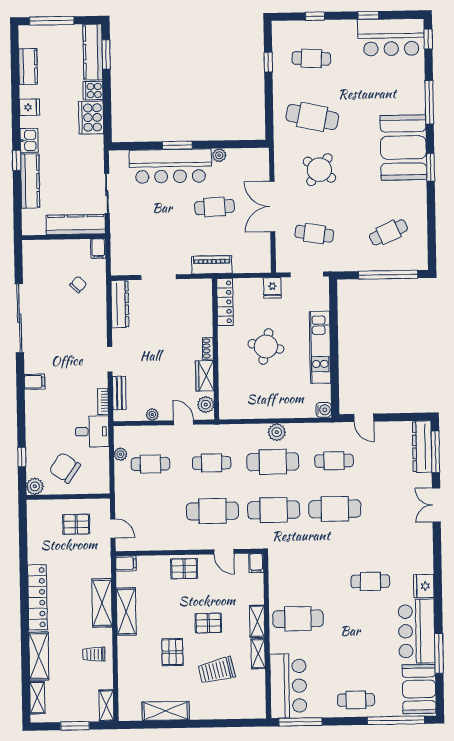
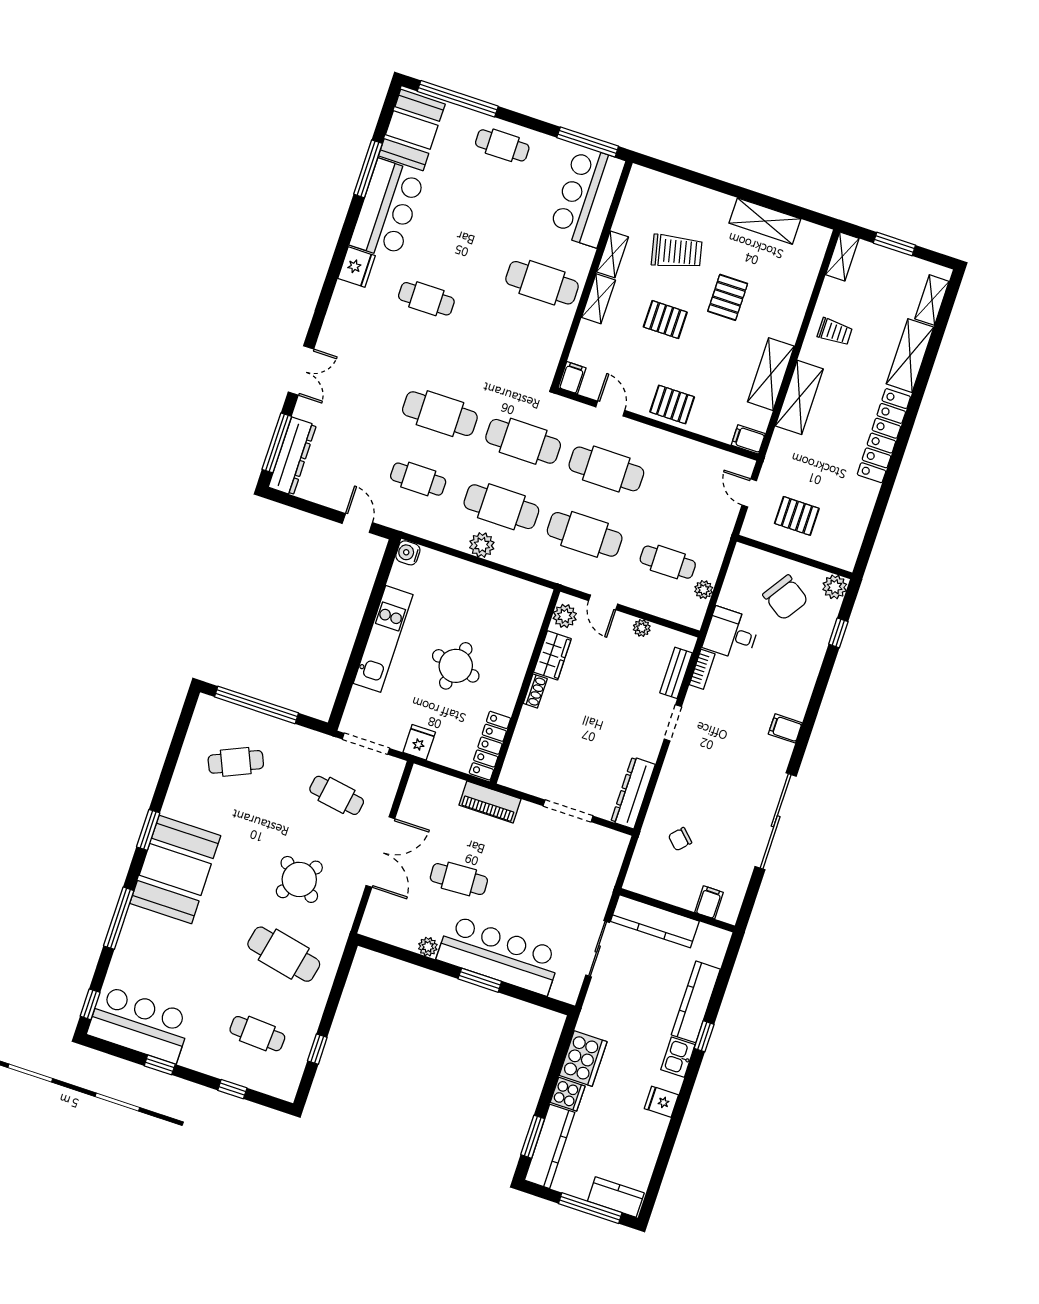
kitchen counter: (28, 67) -> (616, 1197), moved, turned 90
filing cabinet: (98, 249) -> (709, 902), moved
cafe table: (212, 463) -> (585, 534), width x1.37, depth x1.35

